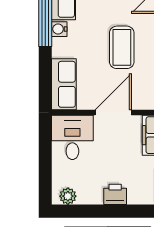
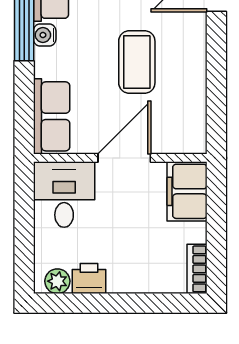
printer: (115, 194) -> (89, 278), moved

